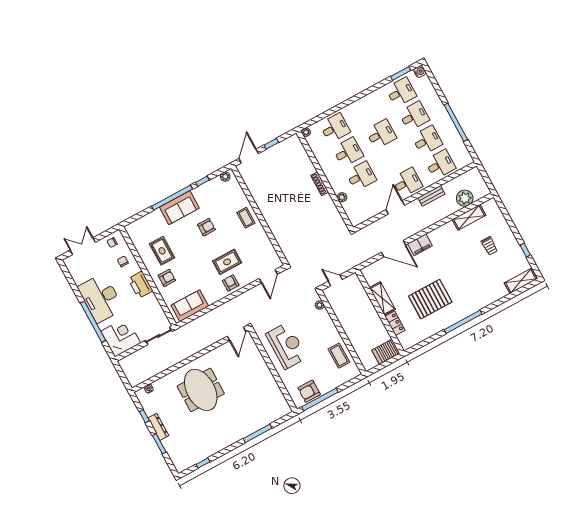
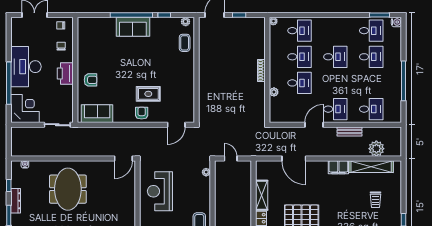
desk: (427, 140) -> (371, 83), removed
shelving: (469, 217) -> (371, 167), width x1.47
coffee table: (246, 218) -> (185, 43), moved
armchair: (206, 227) -> (147, 55), removed
filing cabinet: (420, 245) -> (338, 167), moved
rug: (162, 251) -> (99, 55), removed
reception desk: (286, 346) -> (160, 191), turned 180

